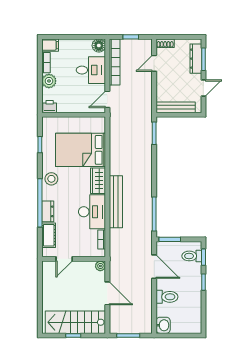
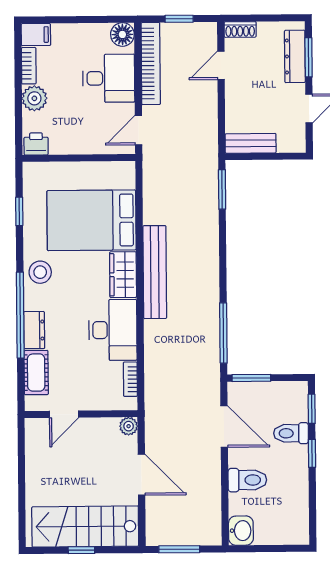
bench: (176, 107) -> (251, 143), width x0.73
bench: (116, 202) -> (155, 272), moved
toilet: (192, 256) -> (291, 433), moved

